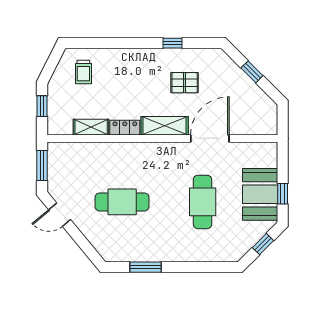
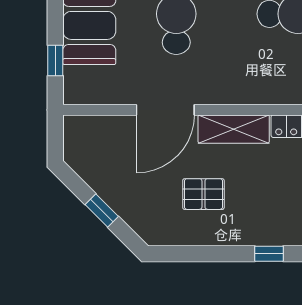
window: (172, 43) -> (269, 254), moved
window: (283, 194) -> (55, 61), moved

